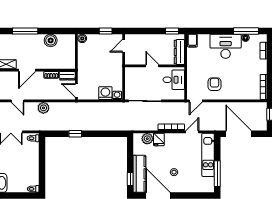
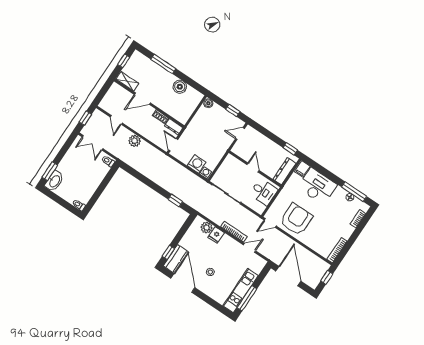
desk: (226, 46) -> (317, 186), moved
armchair: (214, 84) -> (296, 219), width x1.88, depth x1.88
window: (75, 134) -> (175, 201), moved
kitchen unit: (208, 155) -> (241, 291), moved
kitchen counter: (139, 174) -> (176, 259), width x0.67

